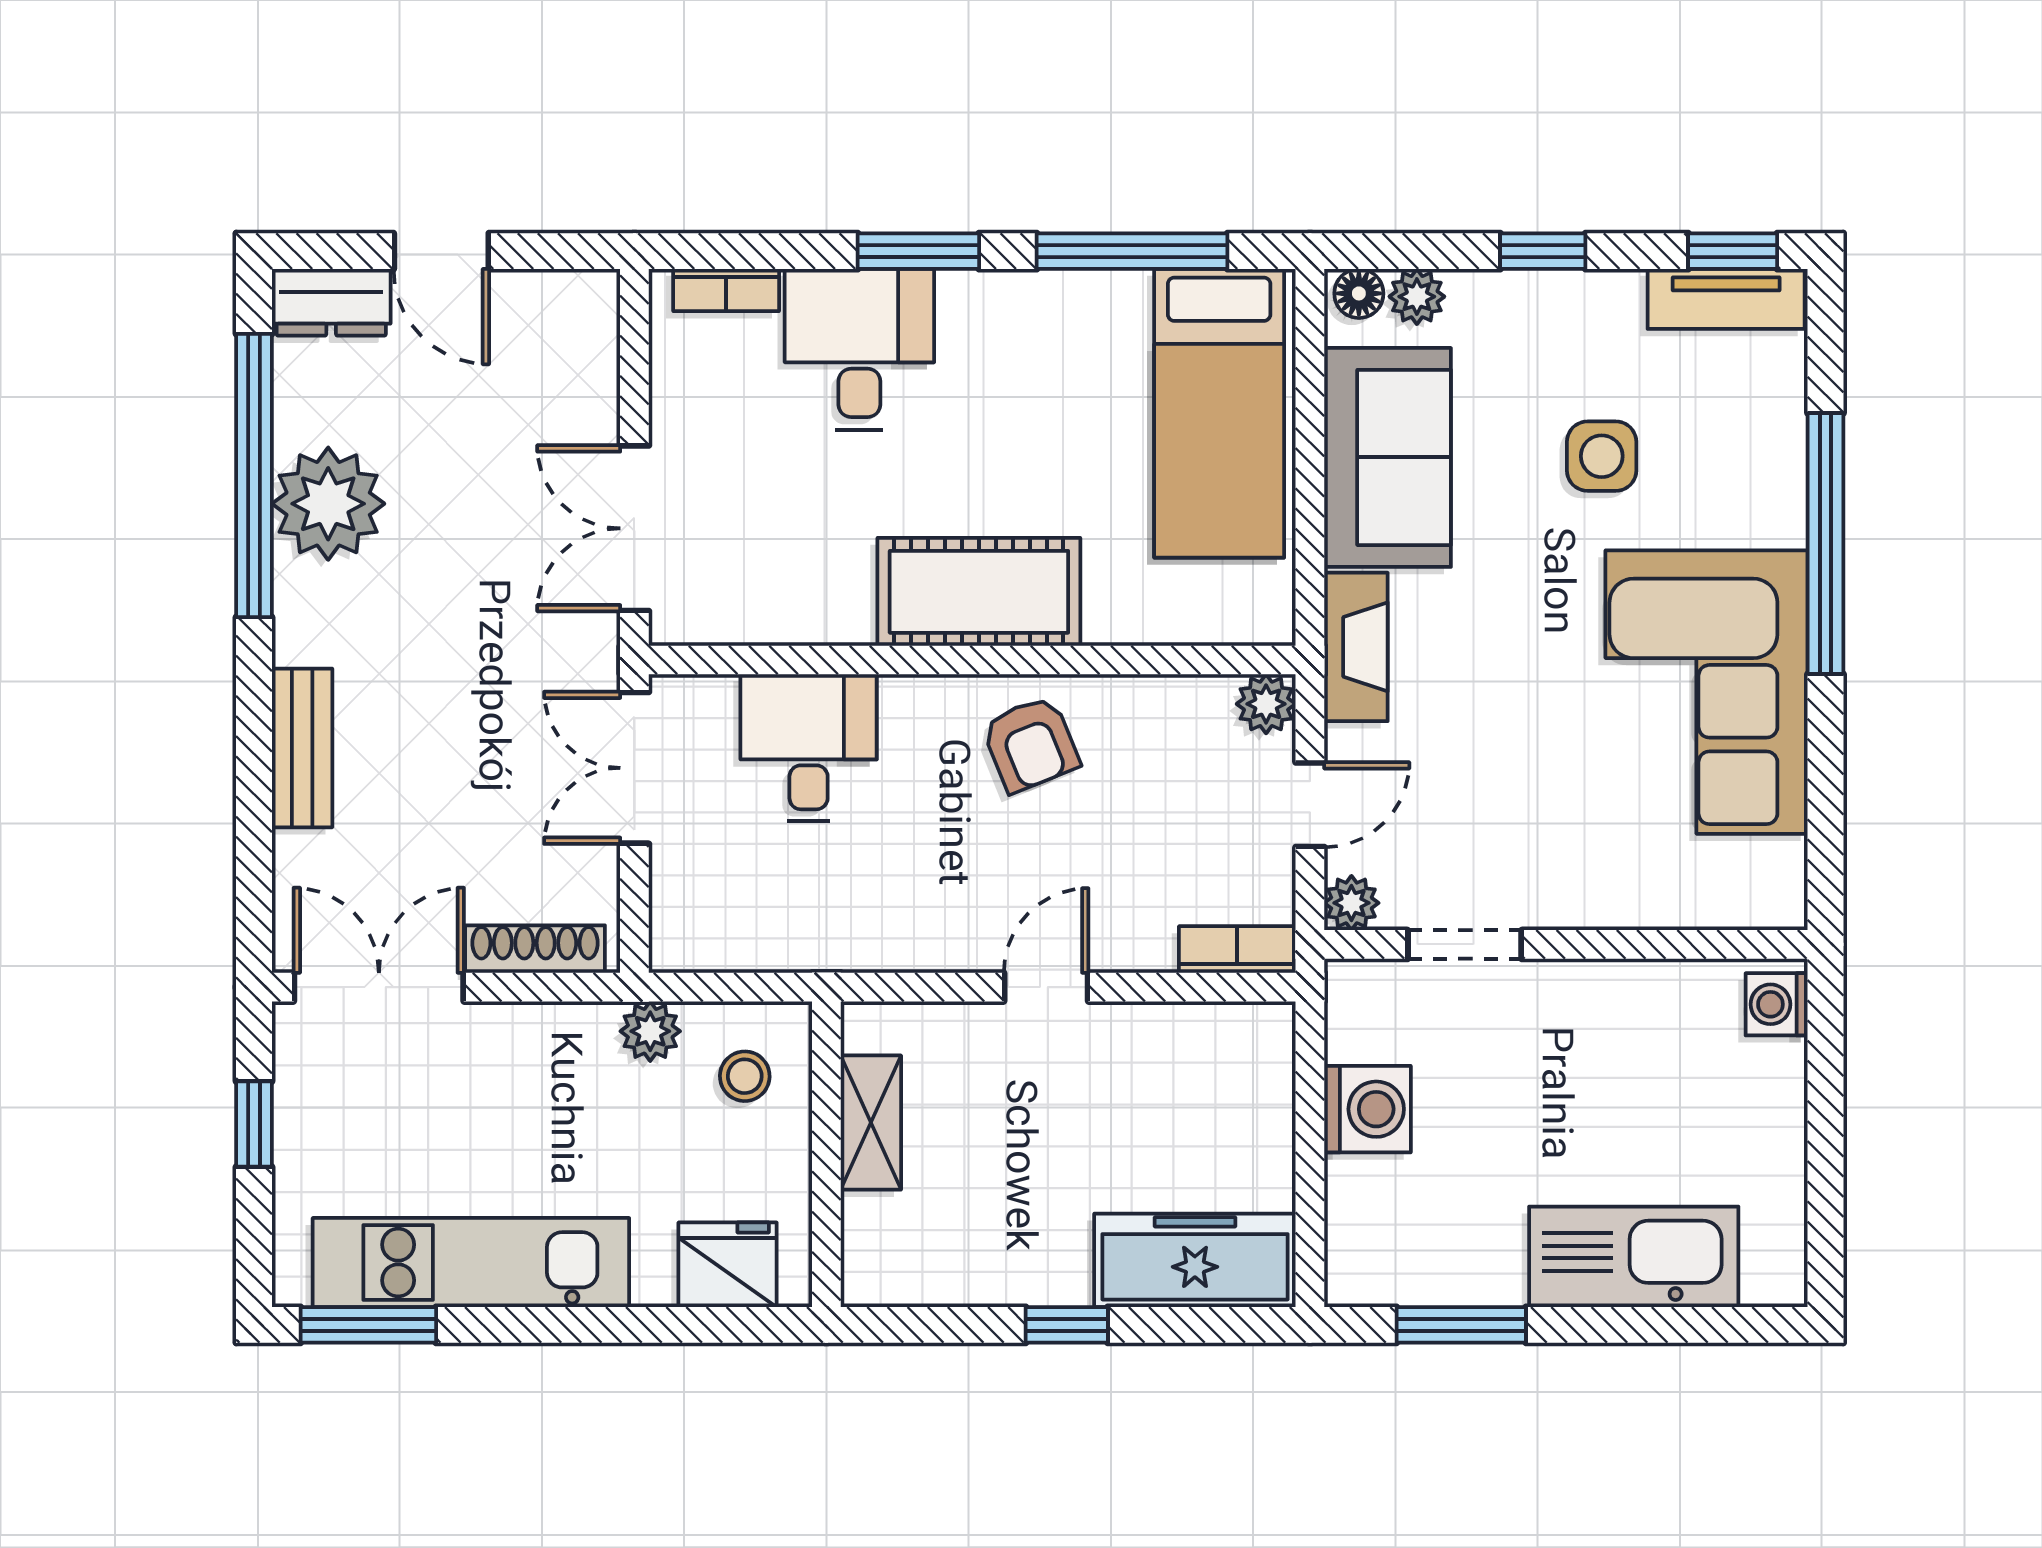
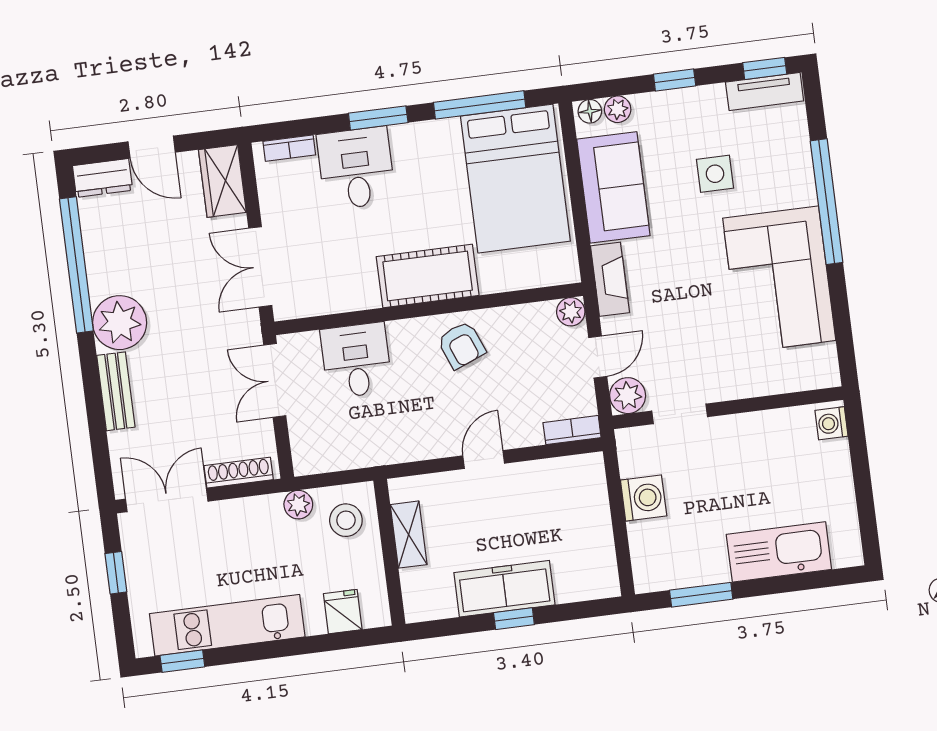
wardrobe: (579, 340) -> (222, 181), added
bed: (1219, 413) -> (515, 179), width x1.50
plant: (328, 504) -> (120, 323), moved
plant: (1351, 903) -> (628, 396), width x1.38, depth x1.38
stool: (745, 1076) -> (346, 520), width x1.37, depth x1.37
freezer: (1195, 1260) -> (504, 589), moved
fridge: (728, 1265) -> (343, 612), width x0.72
window: (368, 1325) -> (182, 661), width x0.67

